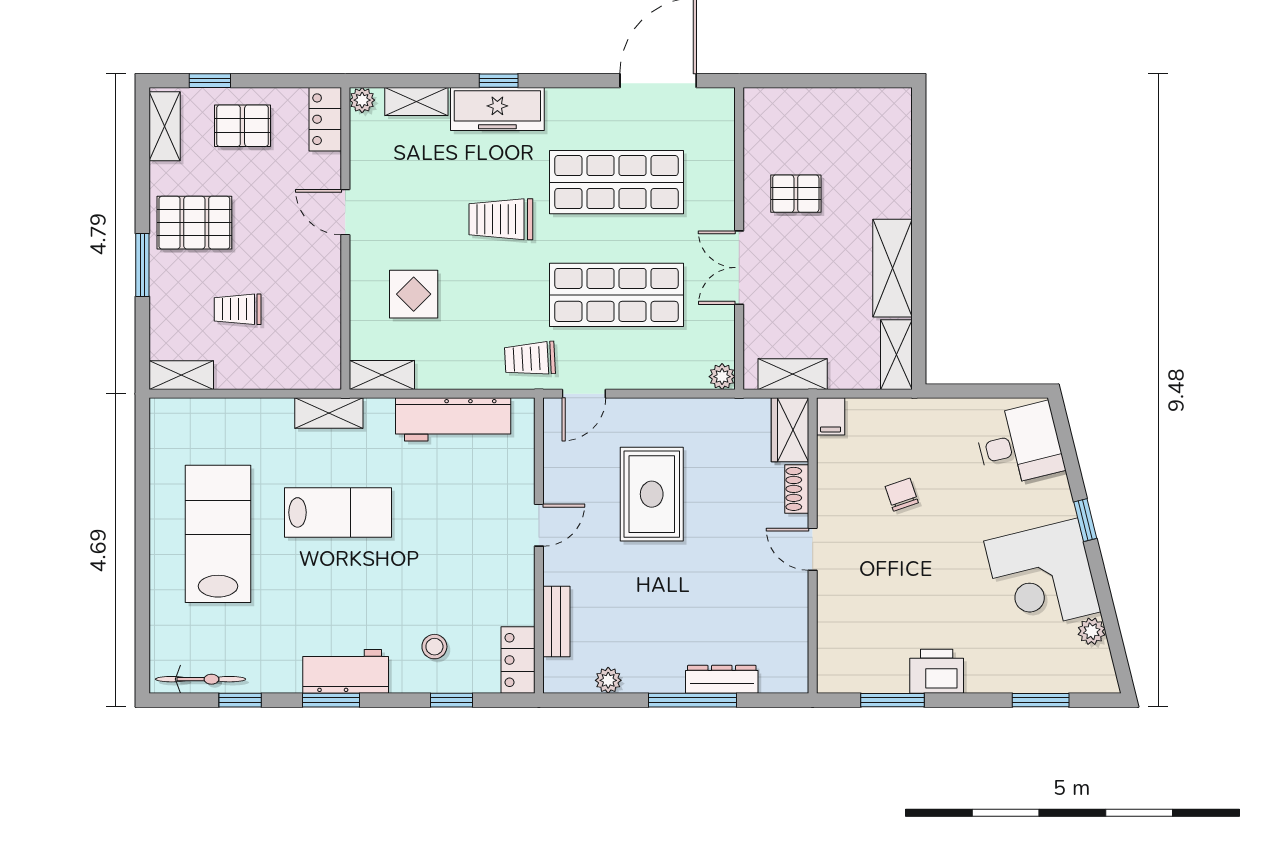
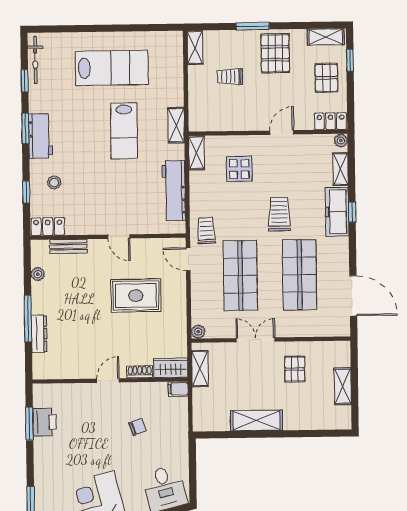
trolley: (238, 309) -> (230, 77), turned -90
shelving: (896, 355) -> (343, 386), moved, turned 90
printer: (937, 671) -> (45, 422), moved

